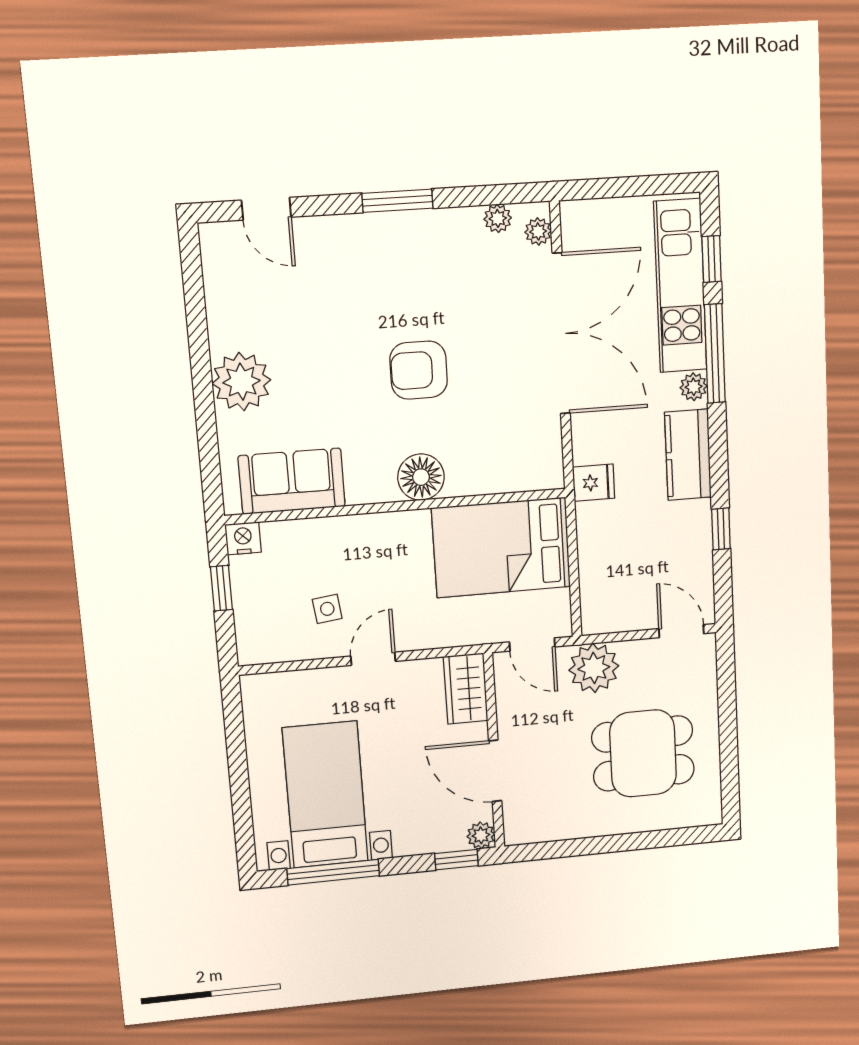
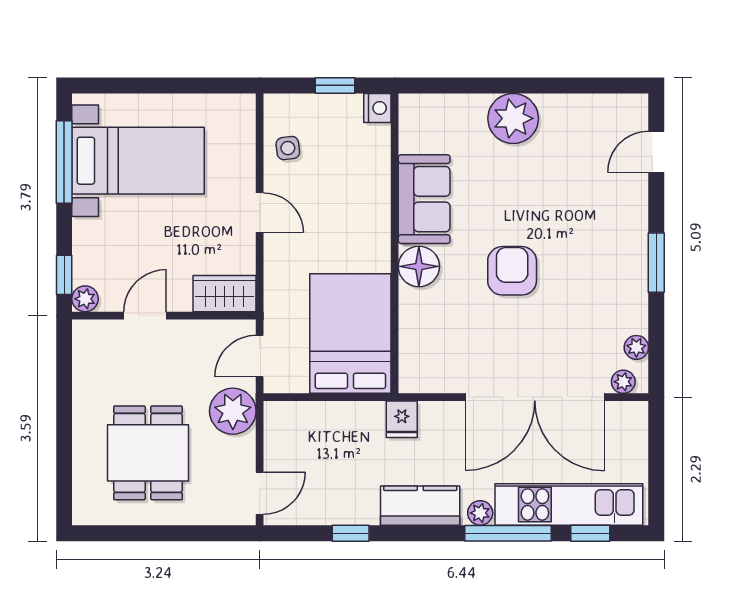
sofa: (292, 481) -> (424, 199), moved
side table: (327, 609) -> (288, 148), moved
door: (495, 771) -> (145, 316), width x0.73

